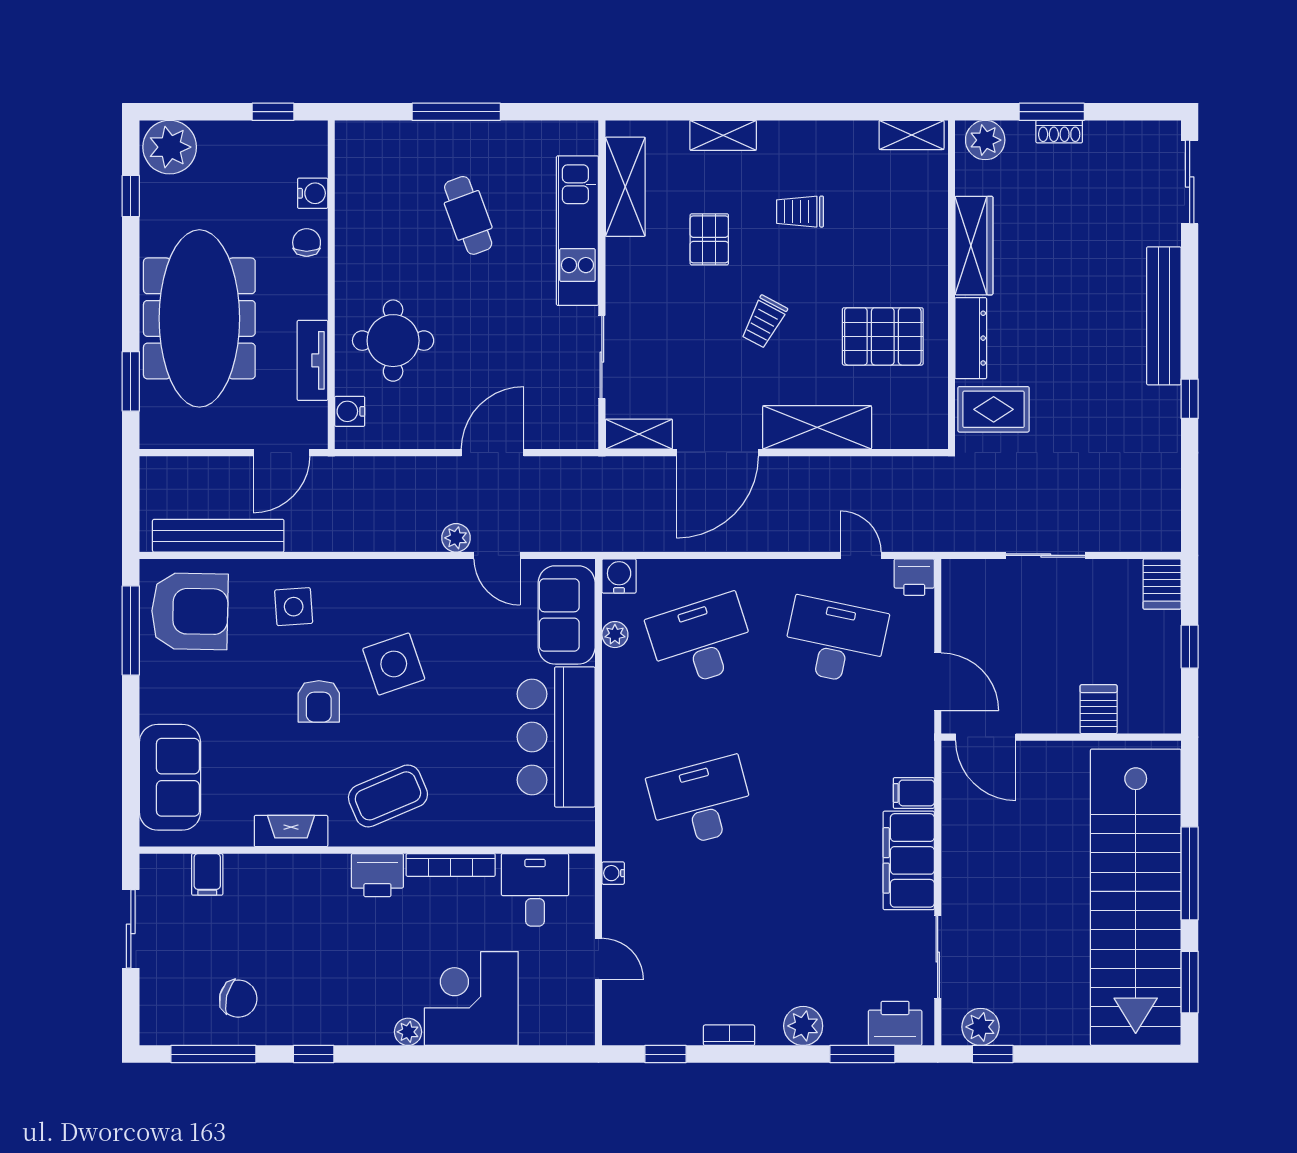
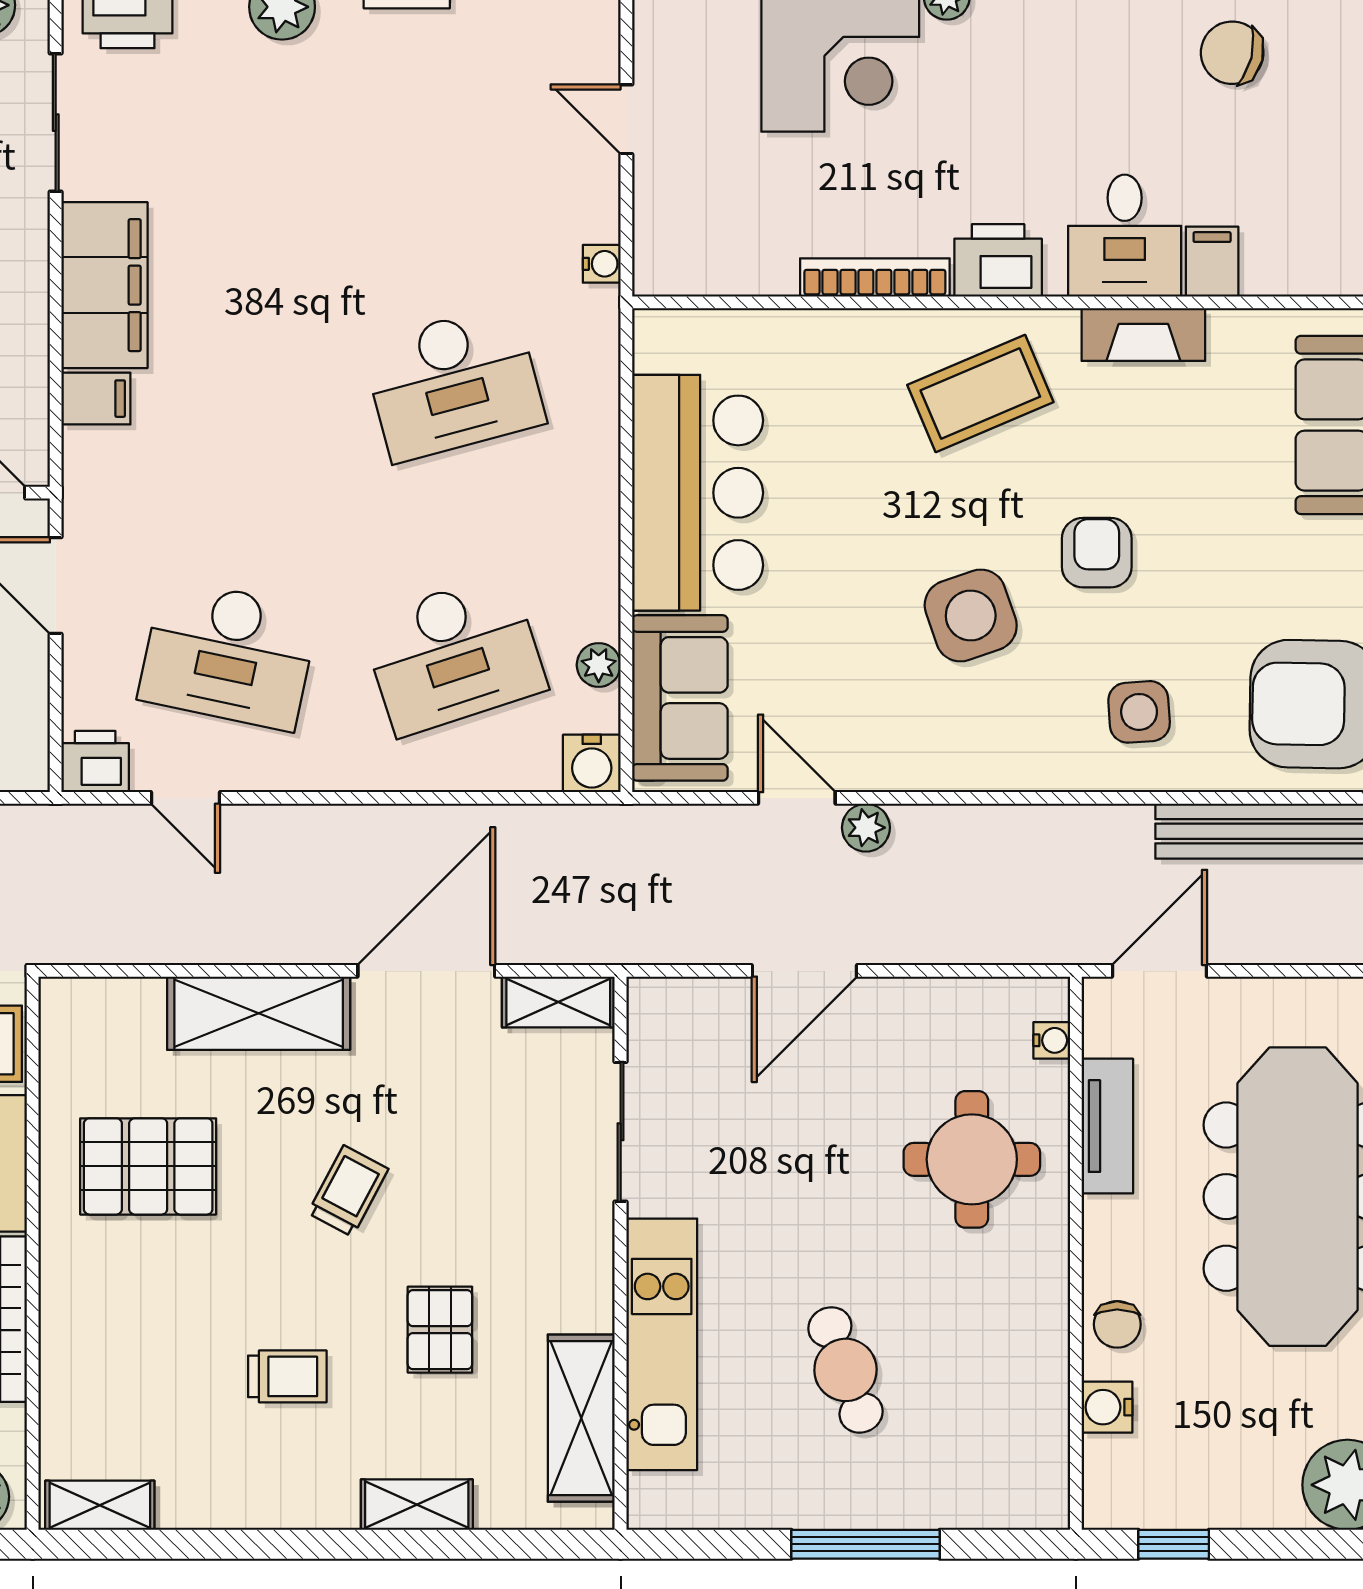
water cooler: (350, 411) -> (1052, 1040), width x0.72, depth x0.72
filing cabinet: (207, 874) -> (1212, 262), moved
desk: (535, 890) -> (1125, 236), moved

